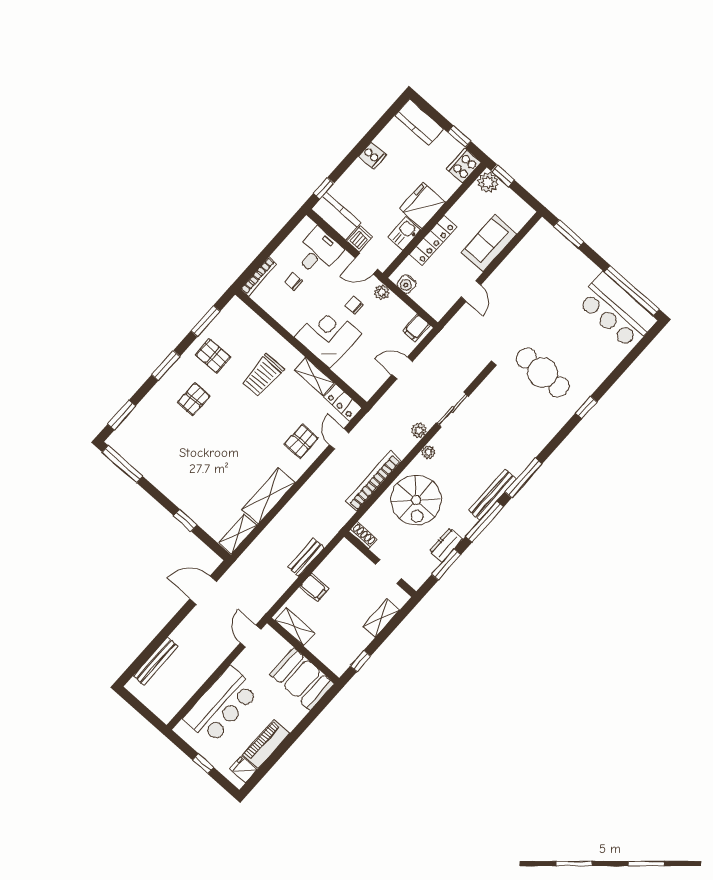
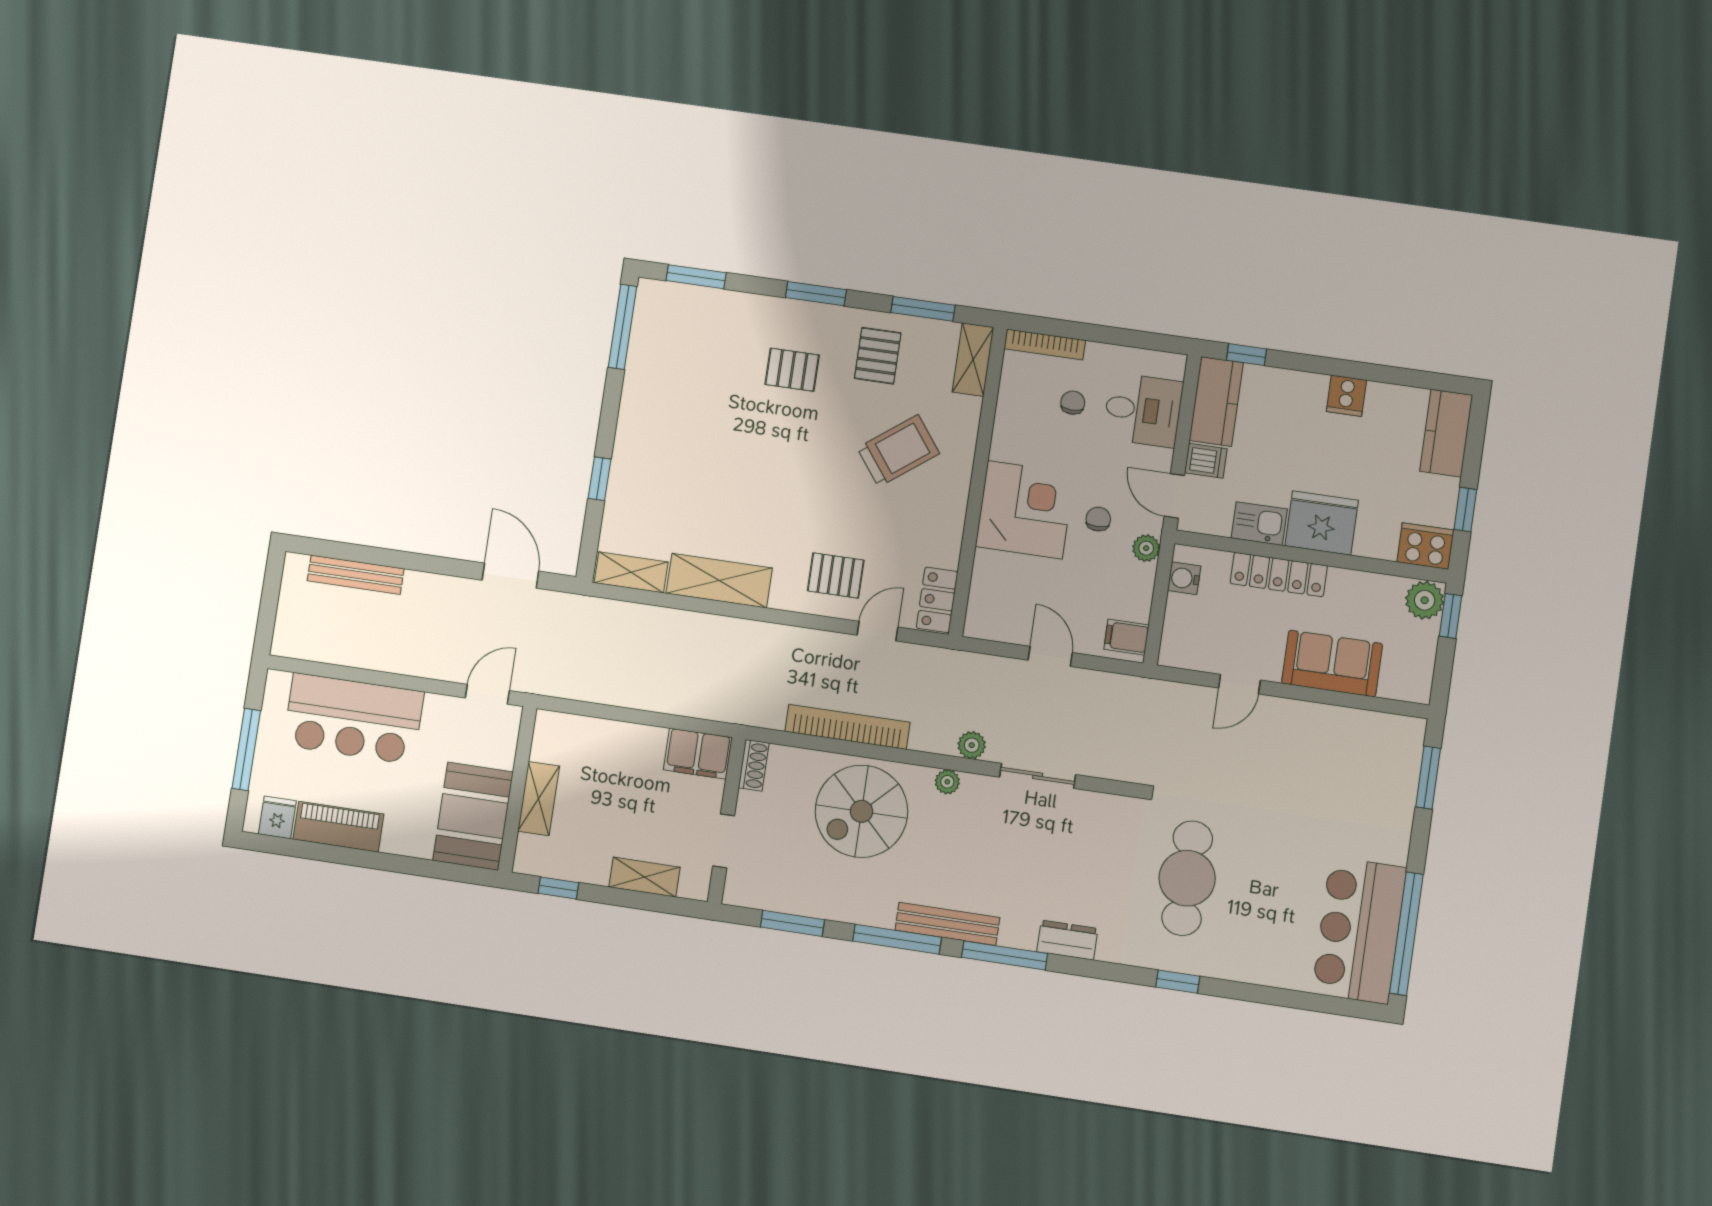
trolley: (263, 375) -> (898, 451), turned 143
shelving: (314, 376) -> (973, 360), moved
dresser: (446, 545) -> (1067, 940), moved
bench: (306, 557) -> (663, 700), removed
filing cabinet: (314, 588) -> (698, 754), moved, width x2.00
shelving: (295, 627) -> (539, 799), moved
window: (203, 764) -> (246, 749), width x2.17

